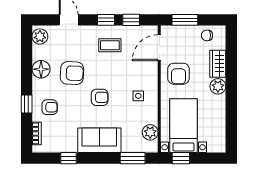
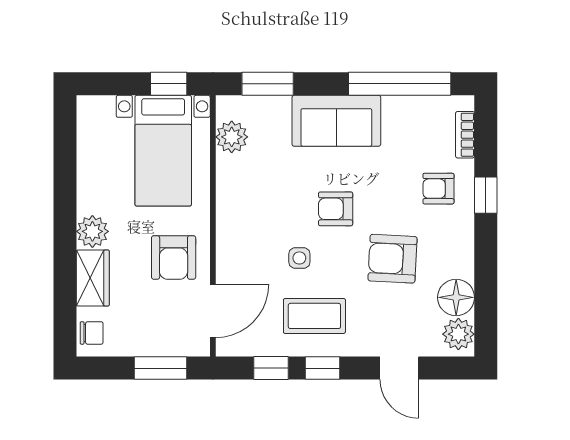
chair: (207, 35) -> (92, 333), moved
coffee table: (110, 45) -> (314, 316), width x1.36, depth x1.30
floor lamp: (41, 69) -> (456, 297), moved
armchair: (178, 74) -> (174, 257), turned 180
side table: (138, 96) -> (299, 258), moved
window: (68, 158) -> (400, 84), width x3.17

